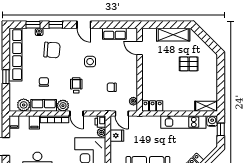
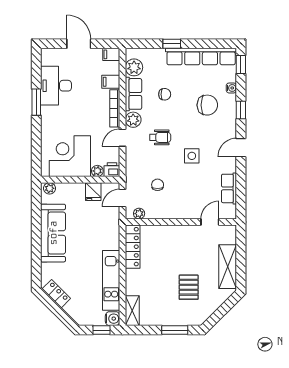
window: (33, 25) -> (241, 65), moved
chair: (52, 50) -> (207, 105), turned -94
window: (221, 74) -> (175, 330), added
locker: (153, 106) -> (133, 247), width x1.53

